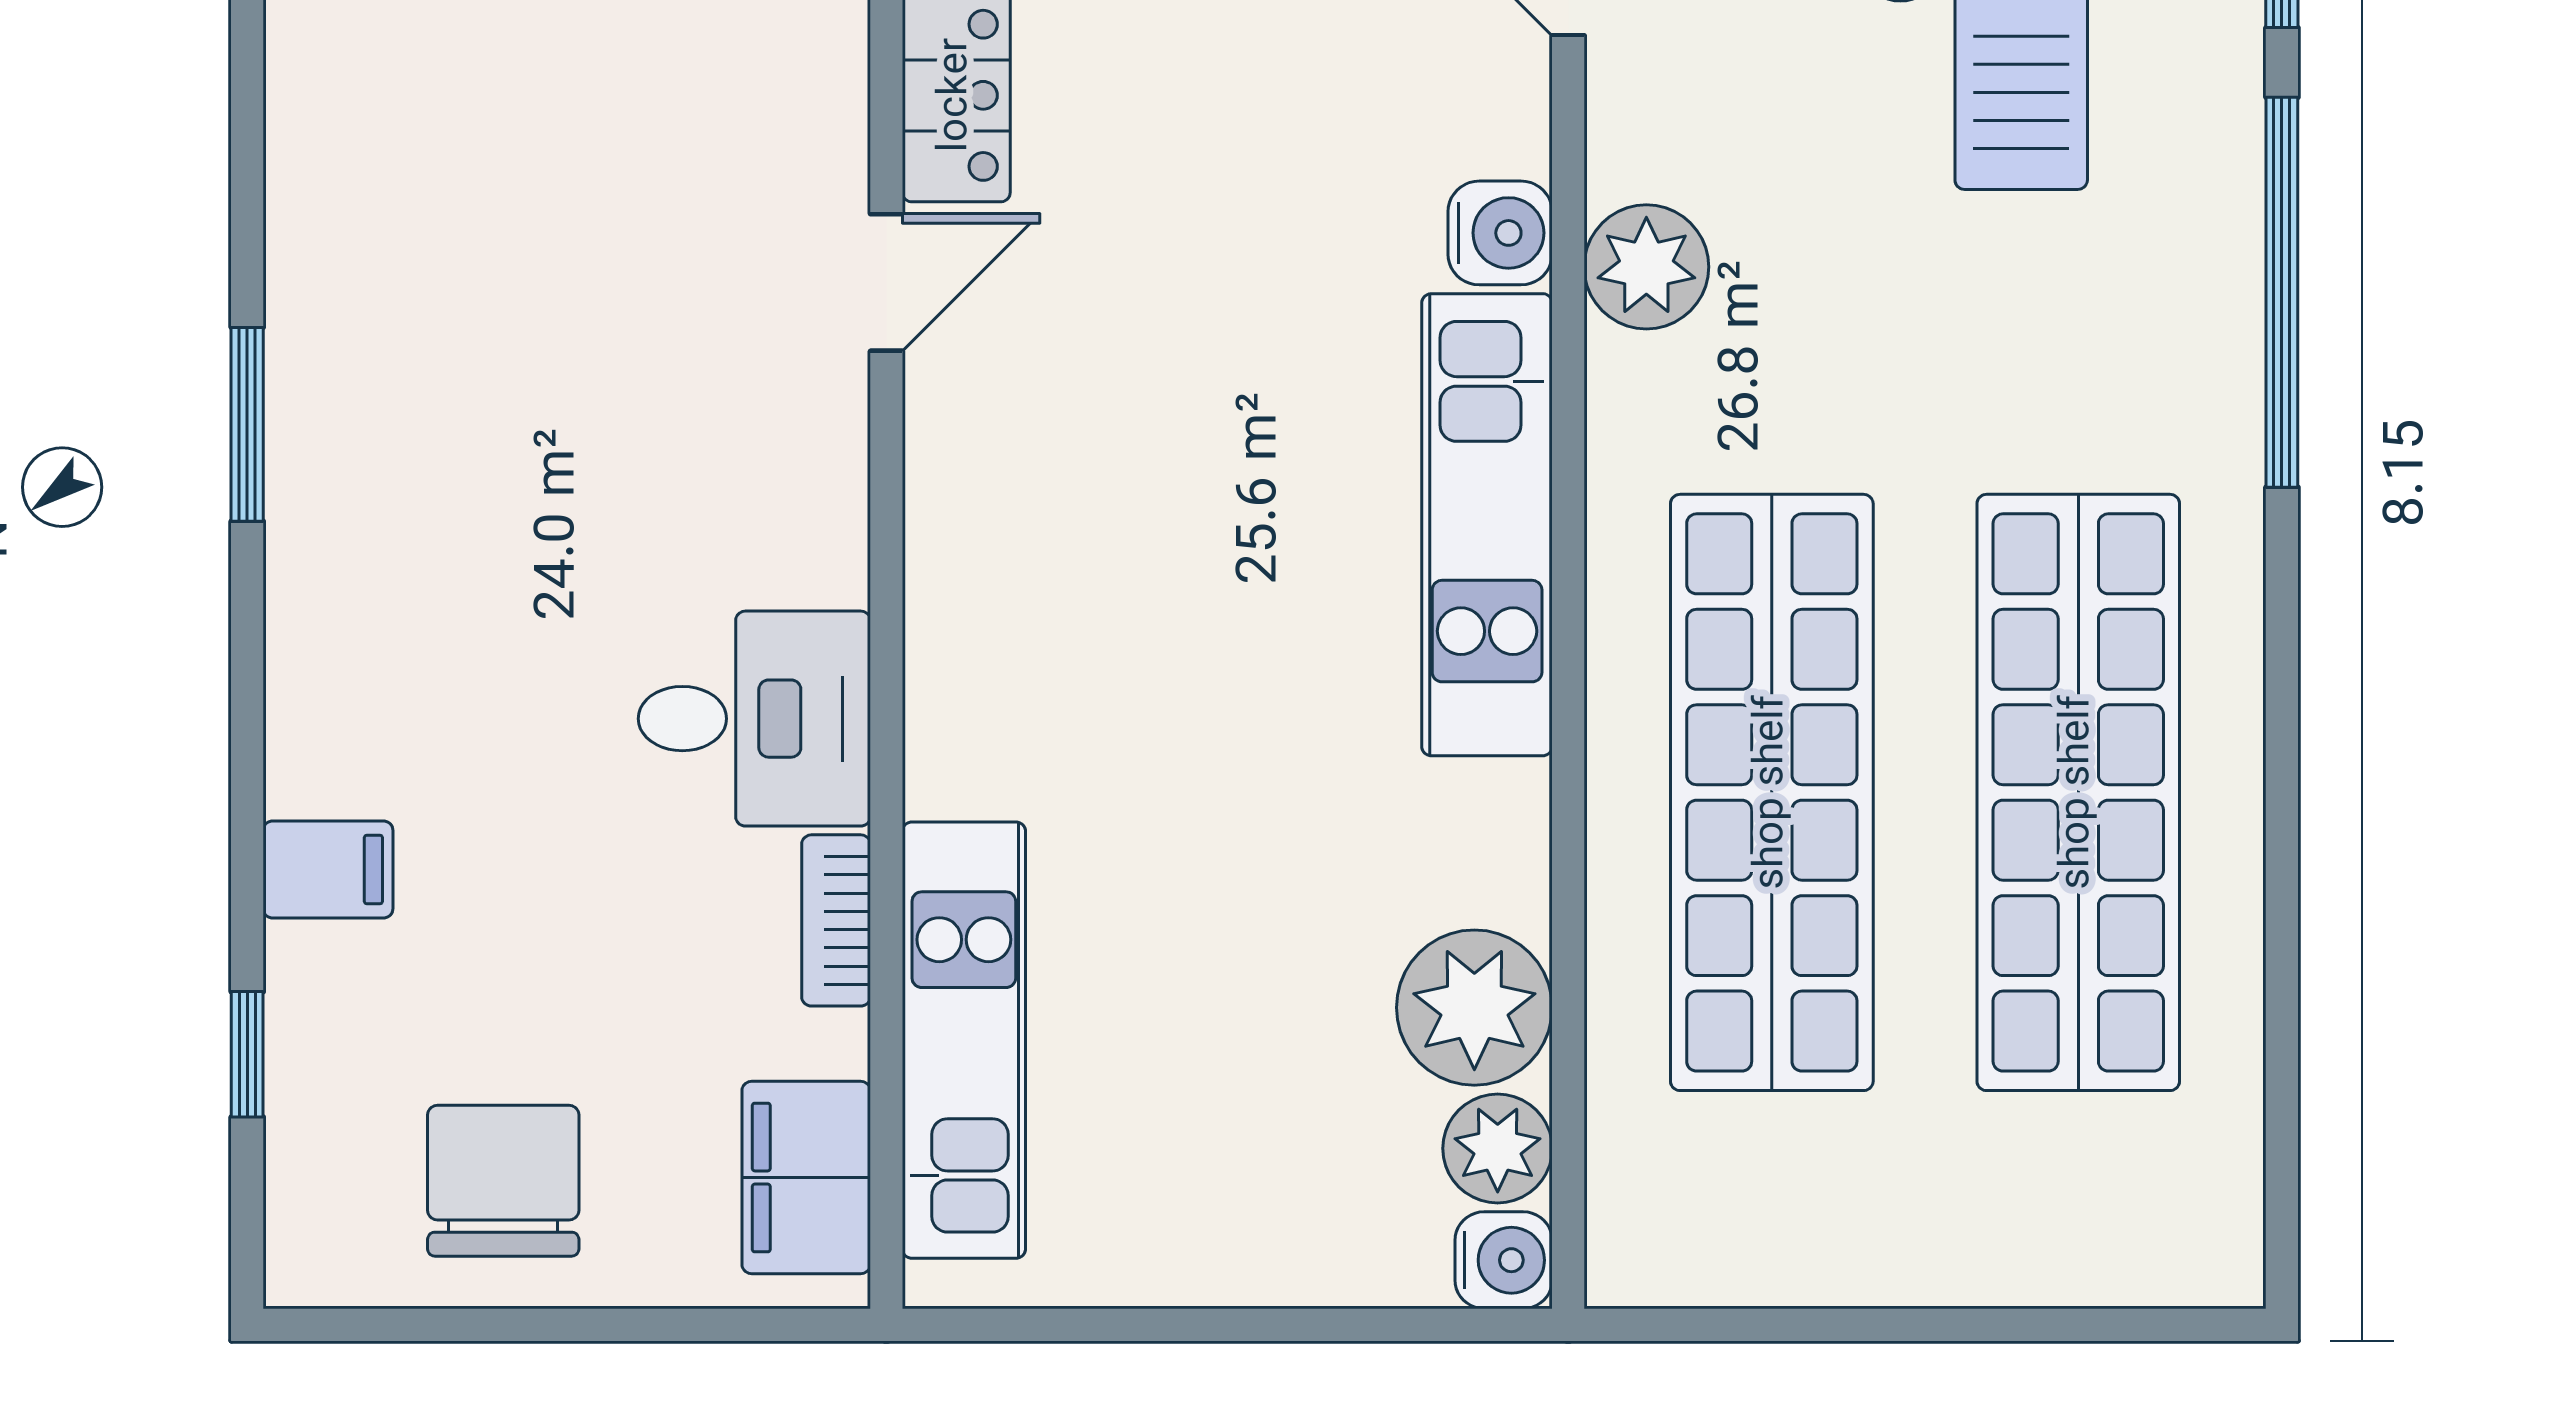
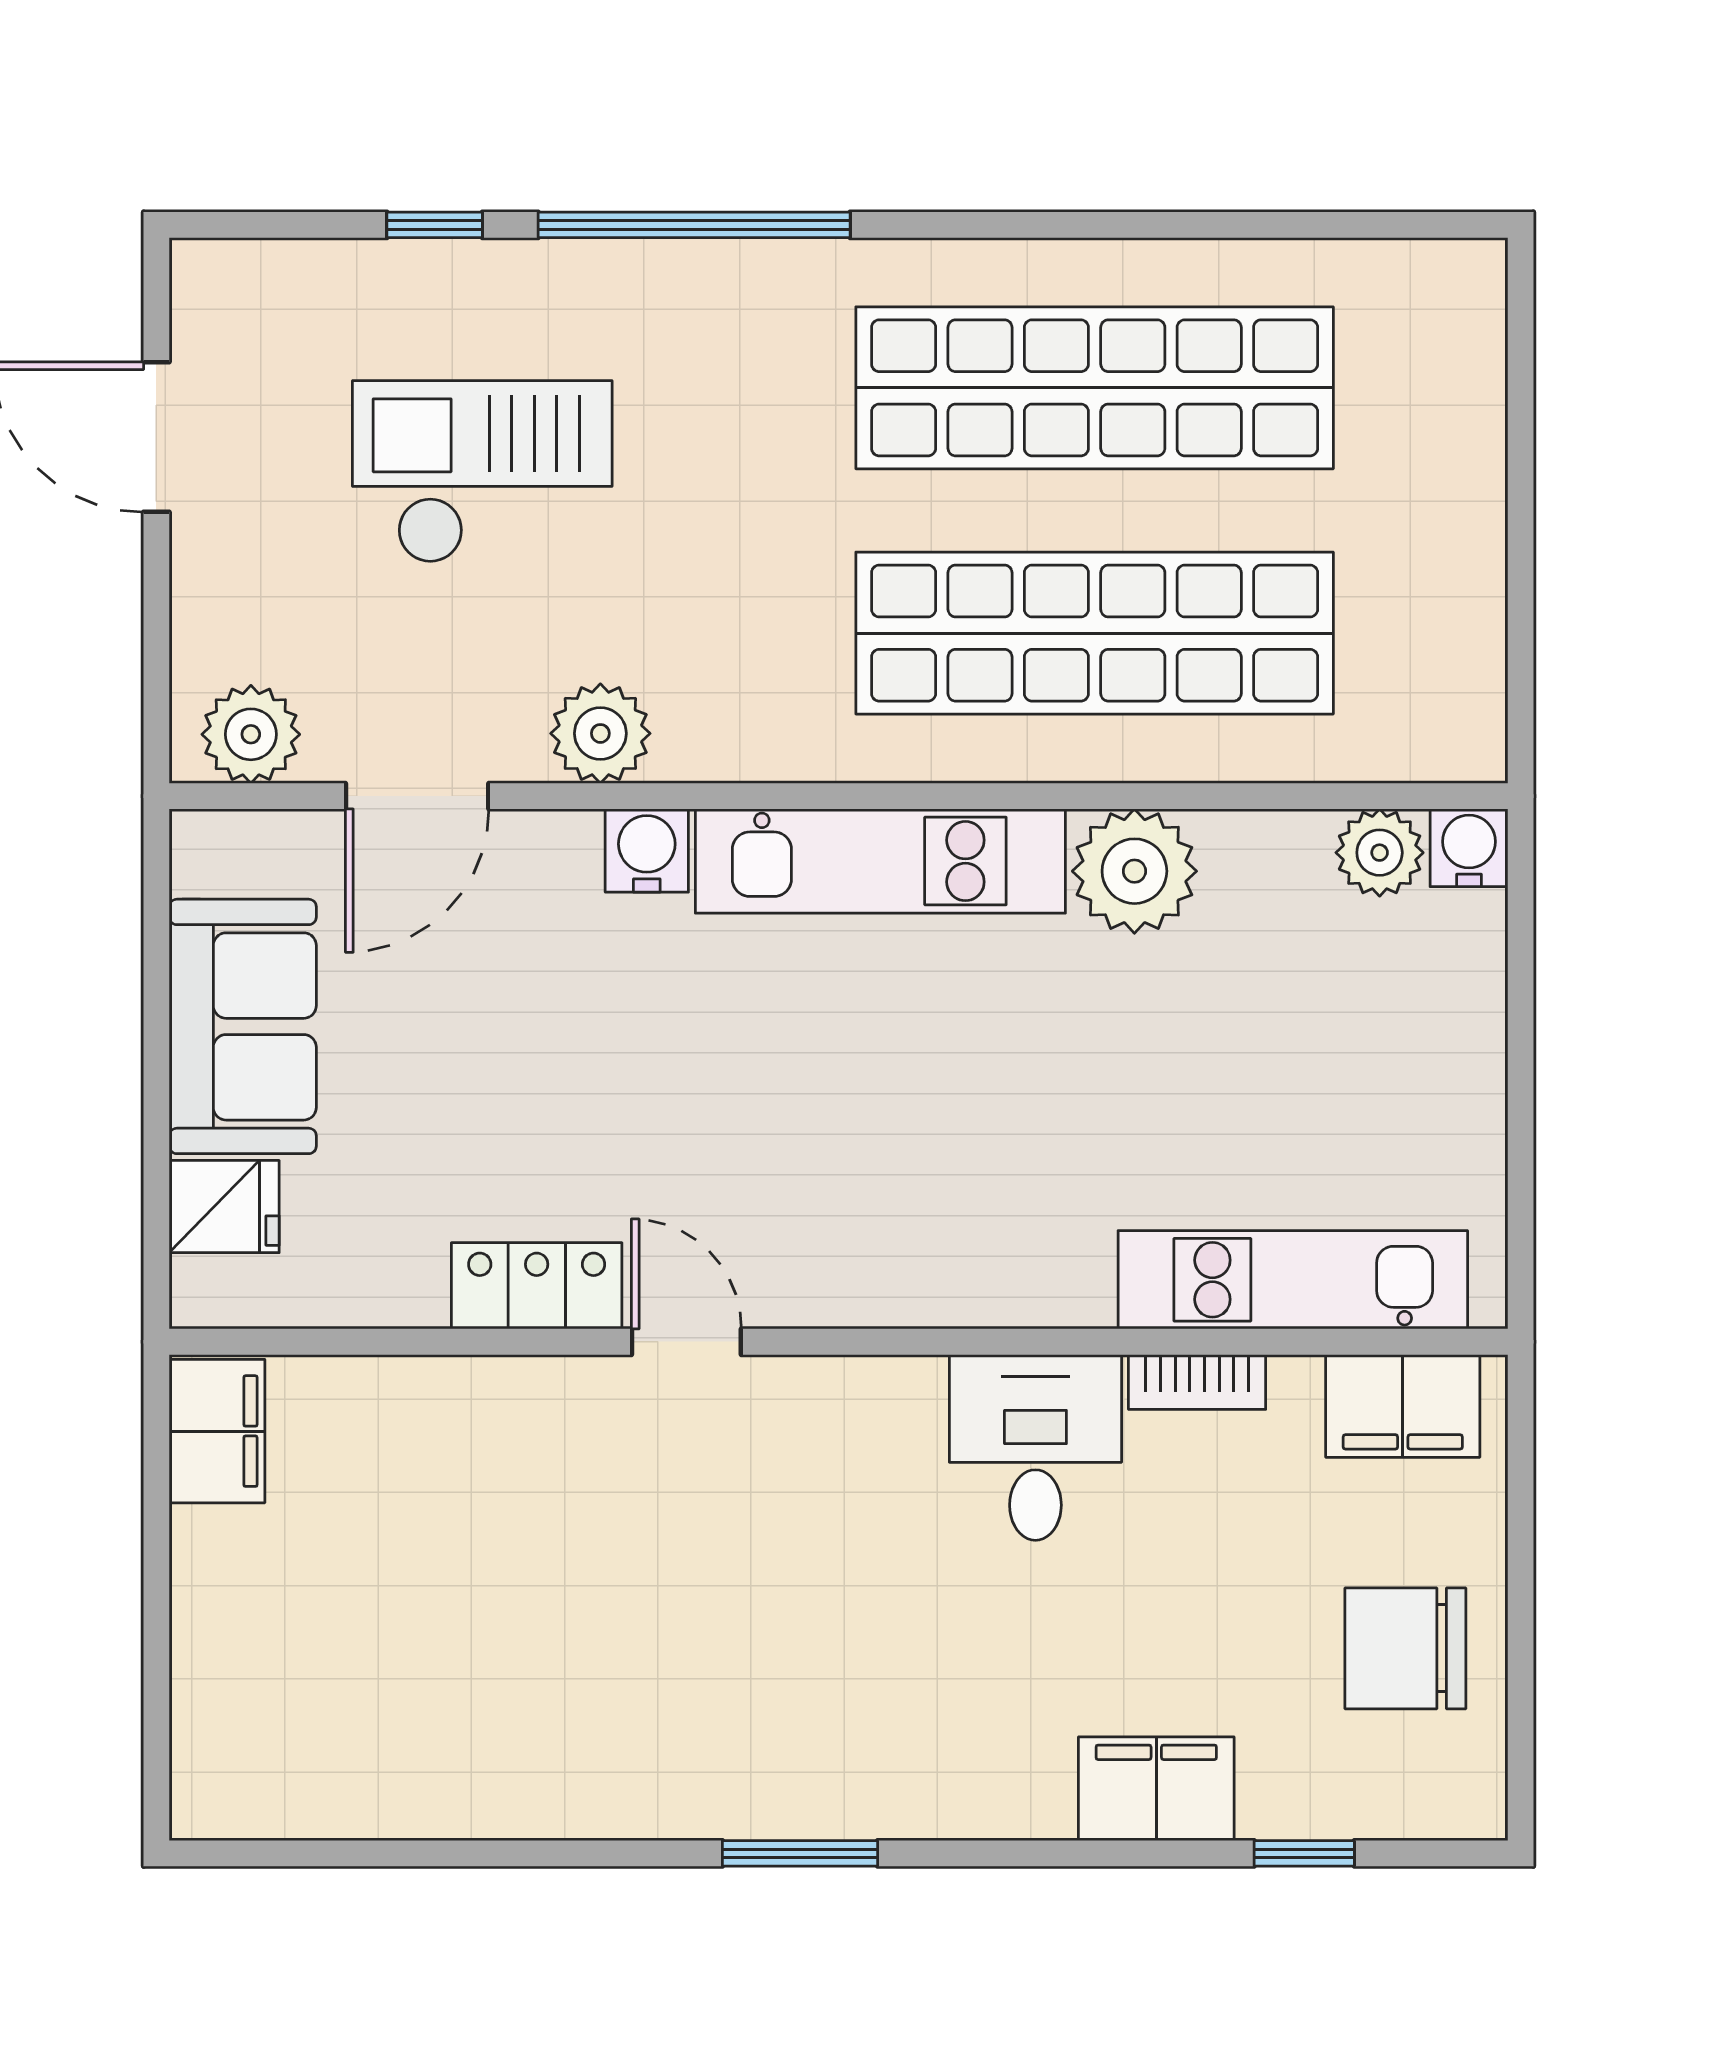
plant: (1646, 267) -> (600, 733), moved
filing cabinet: (328, 869) -> (1156, 1789), width x2.00
plant: (1474, 1008) -> (1134, 871), moved

